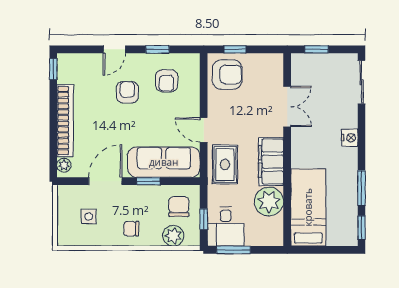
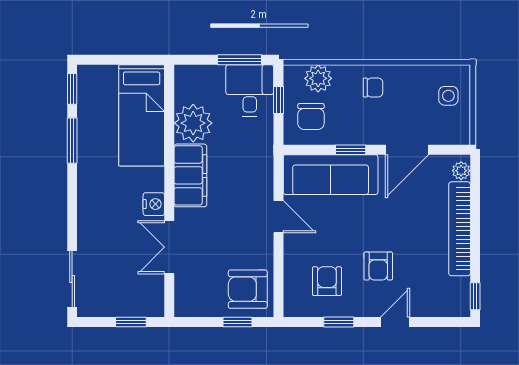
nightstand: (350, 138) -> (154, 204), moved, turned 180
rug: (225, 164) -> (251, 172), removed
side table: (89, 217) -> (448, 96), moved

